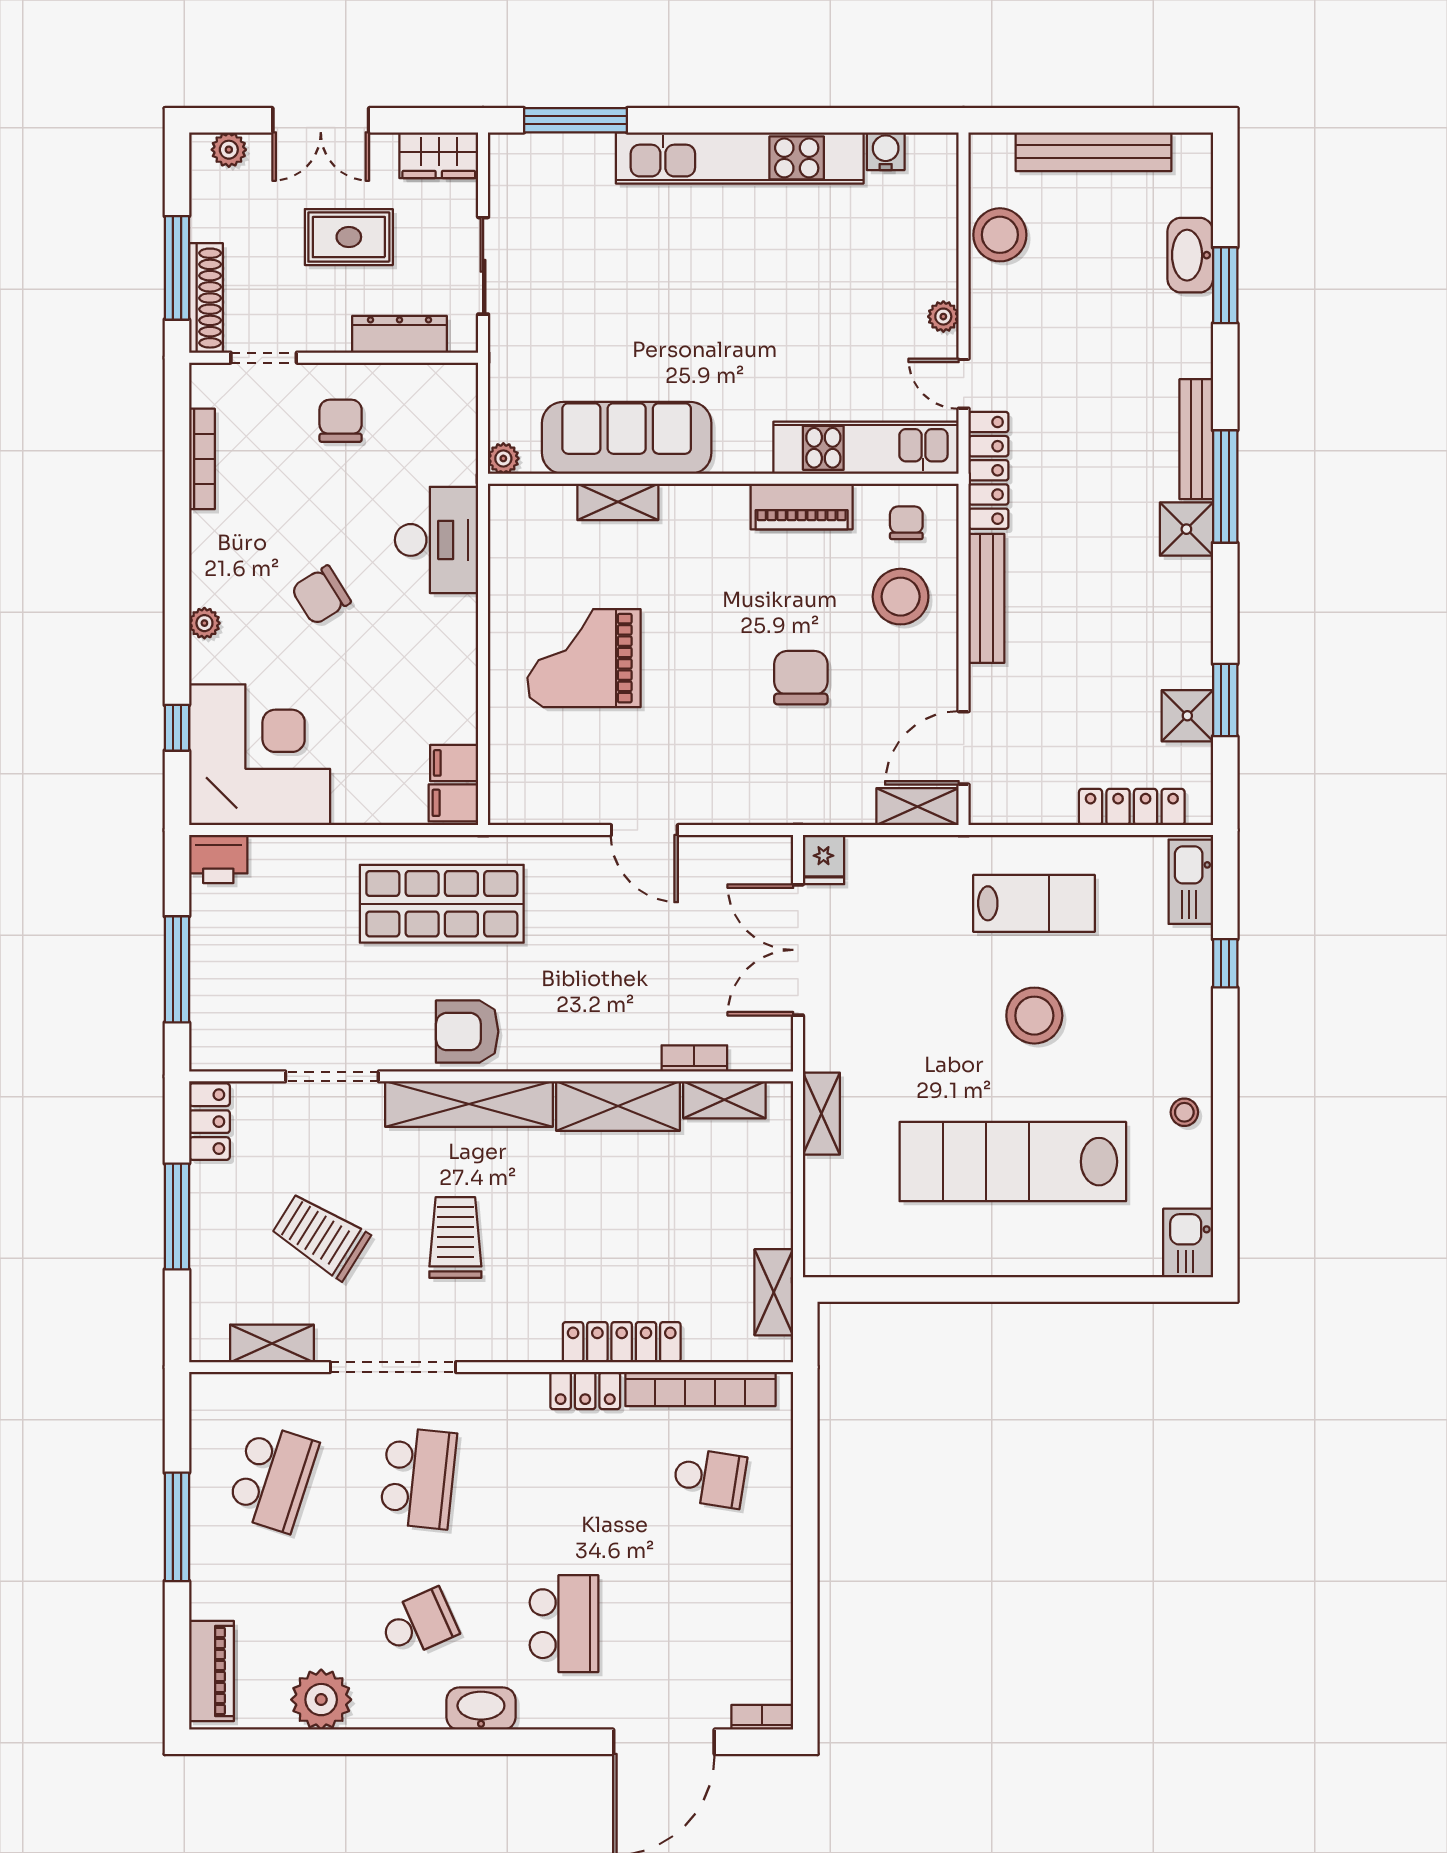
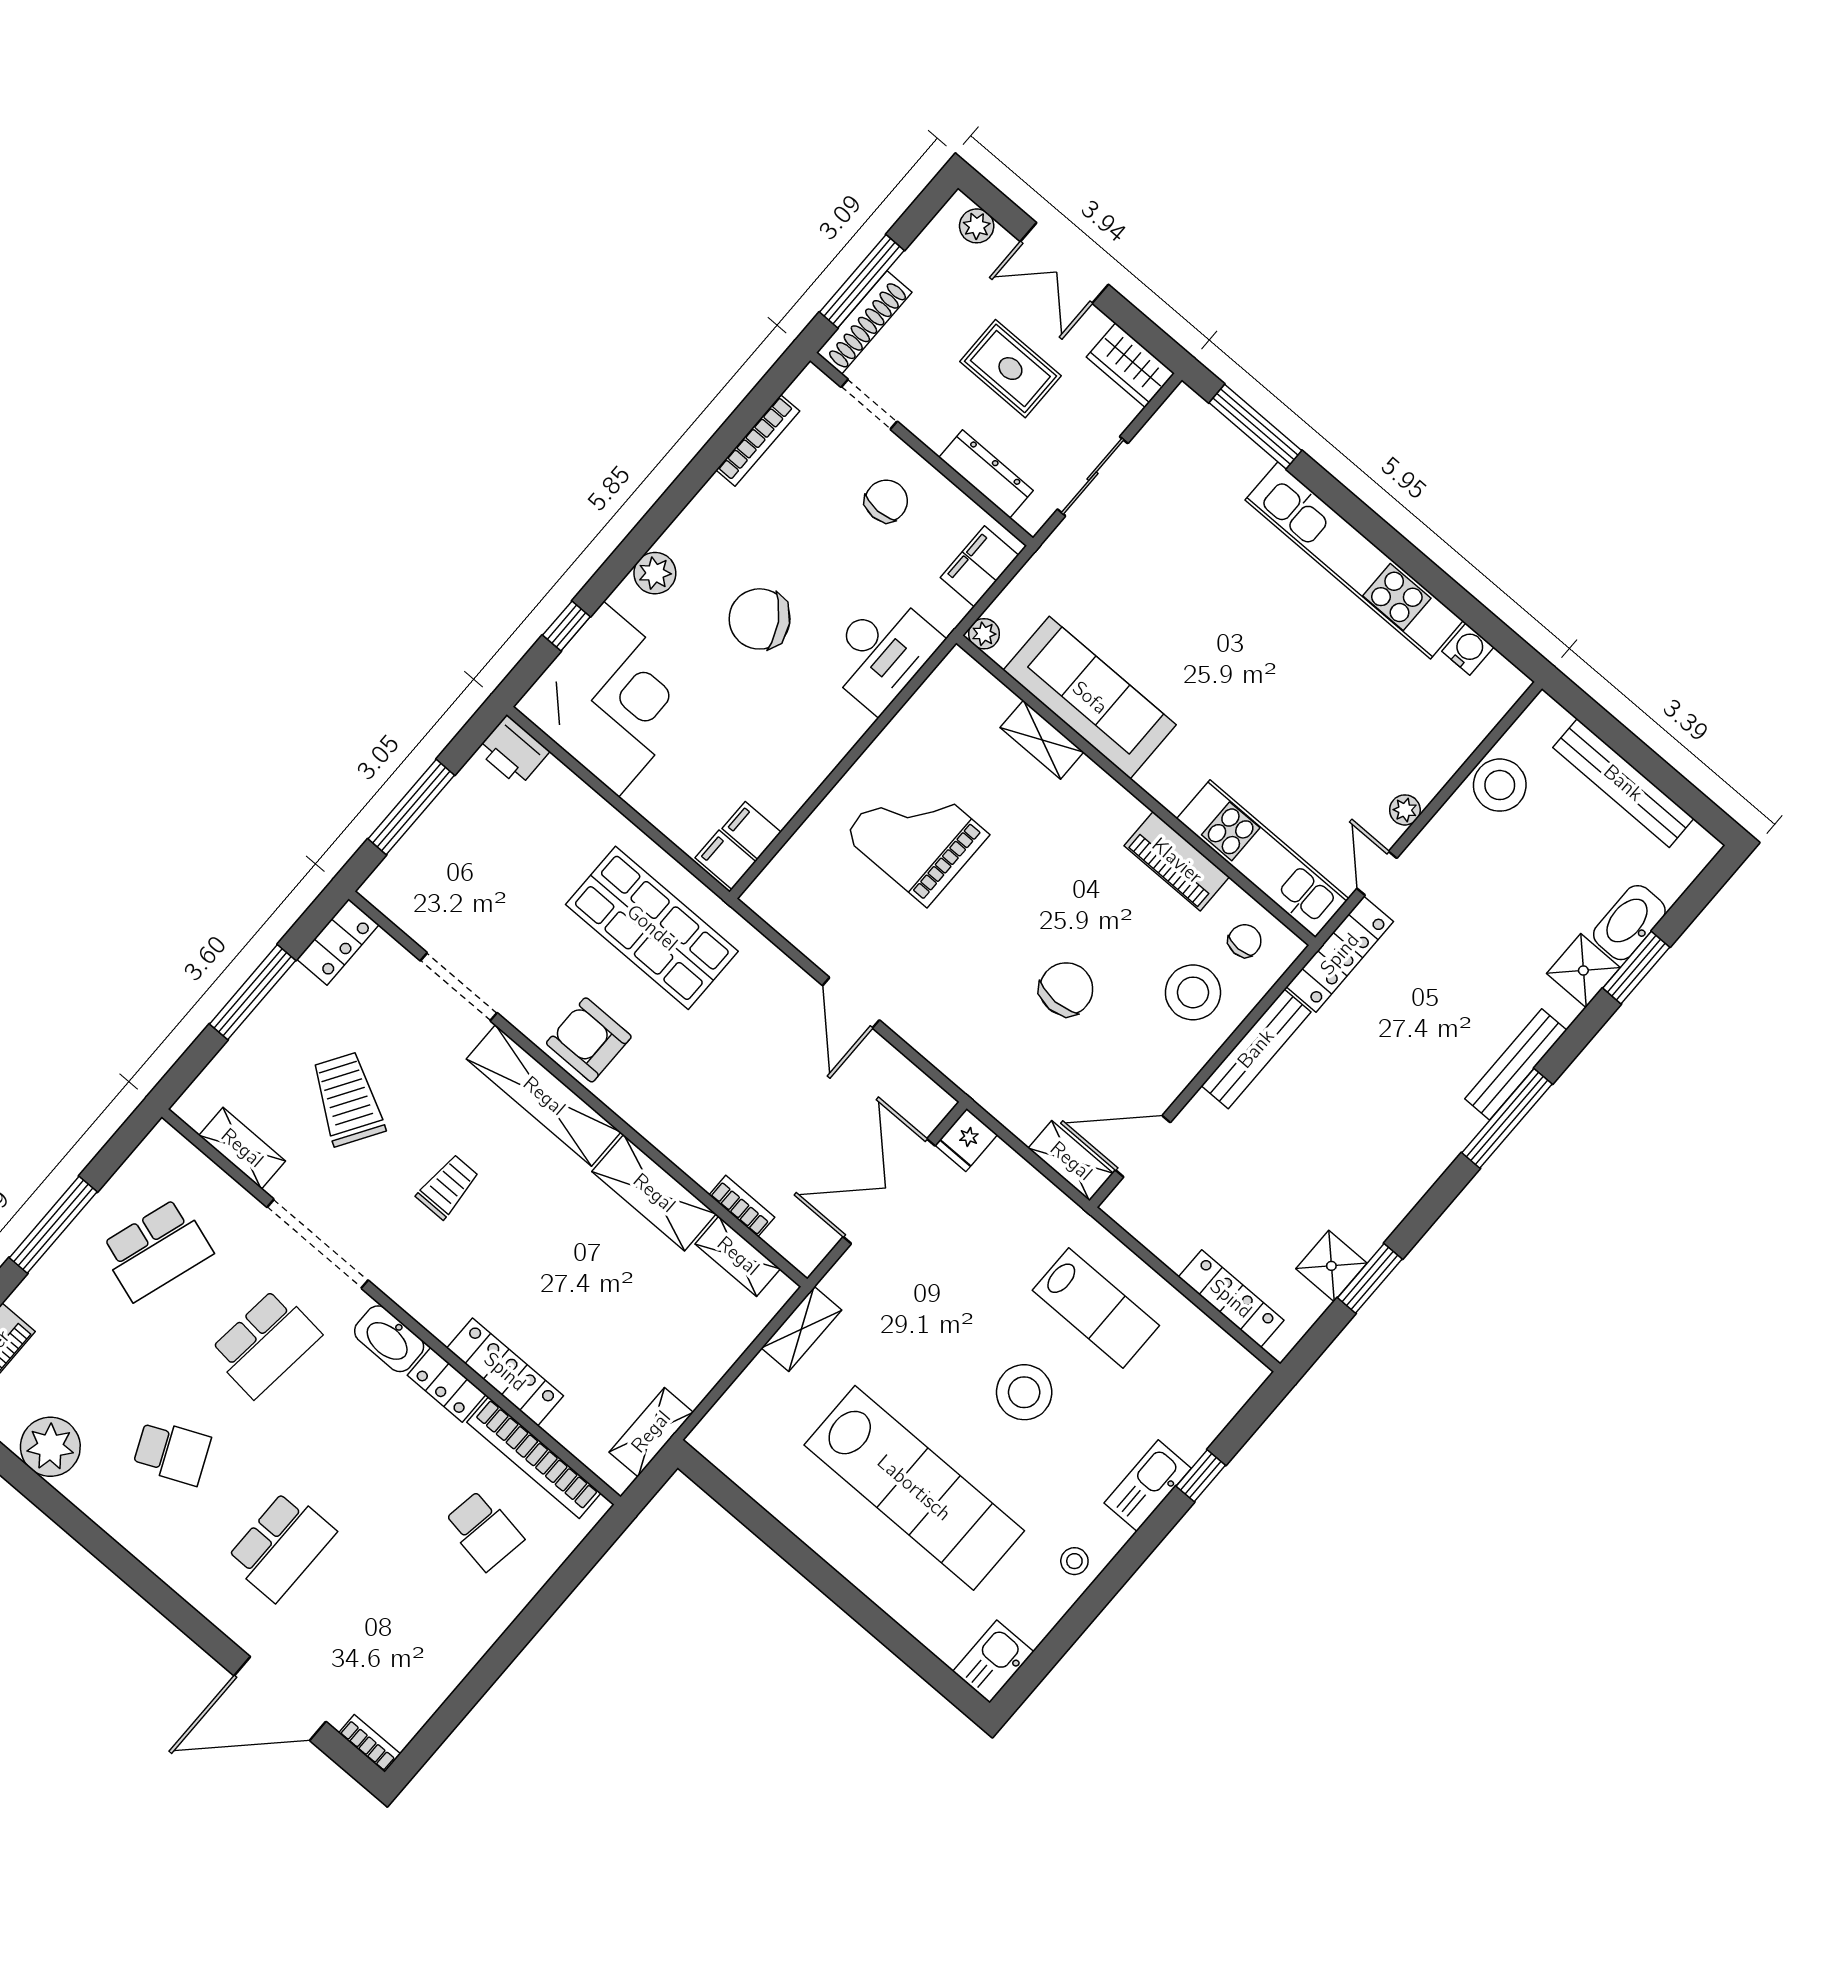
filing cabinet: (455, 410) -> (979, 566), added
shower: (1186, 529) -> (1583, 970), moved
chair: (321, 595) -> (760, 619), width x1.37, depth x1.37
plant: (204, 623) -> (655, 573), width x1.38, depth x1.38
kitchen sink: (1191, 882) -> (1148, 1486), moved
lab bench: (1013, 1162) -> (914, 1488), turned 180
trolley: (455, 1238) -> (448, 1187), width x0.73, depth x0.72
washbasin: (481, 1709) -> (389, 1339), moved, turned 180

